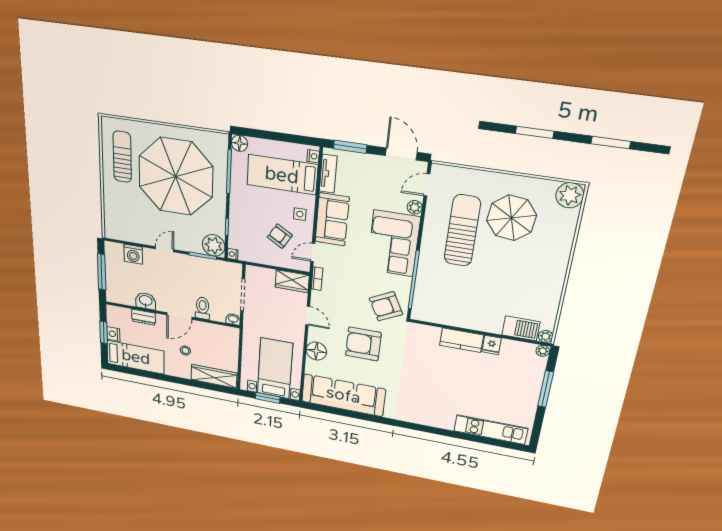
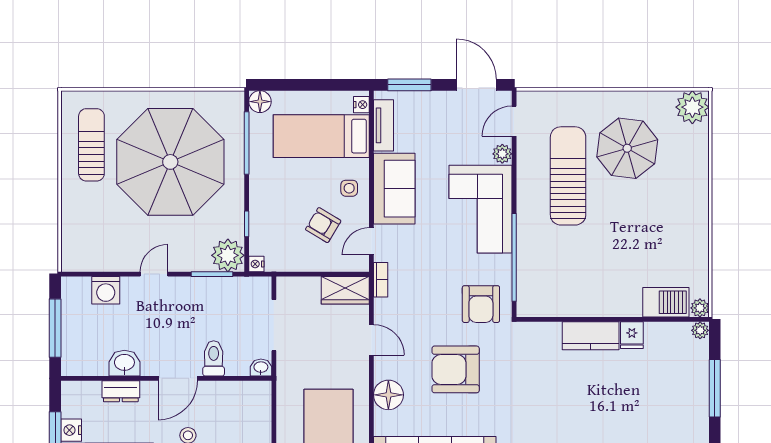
armchair: (386, 306) -> (481, 304), turned -63

